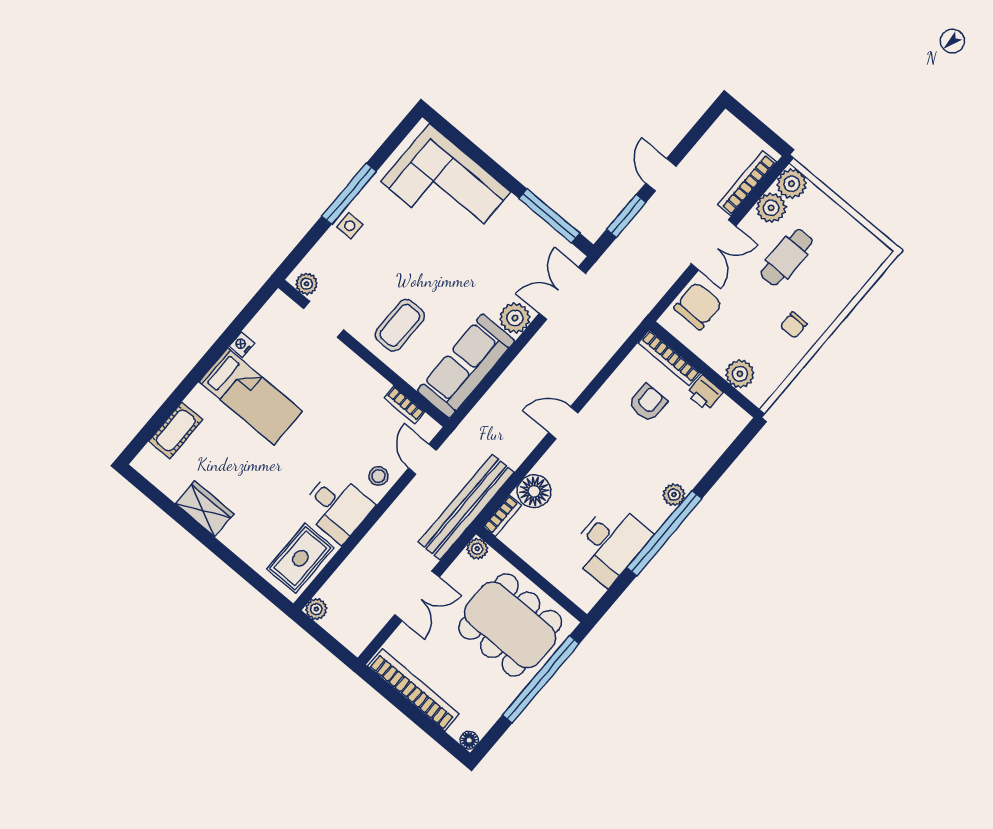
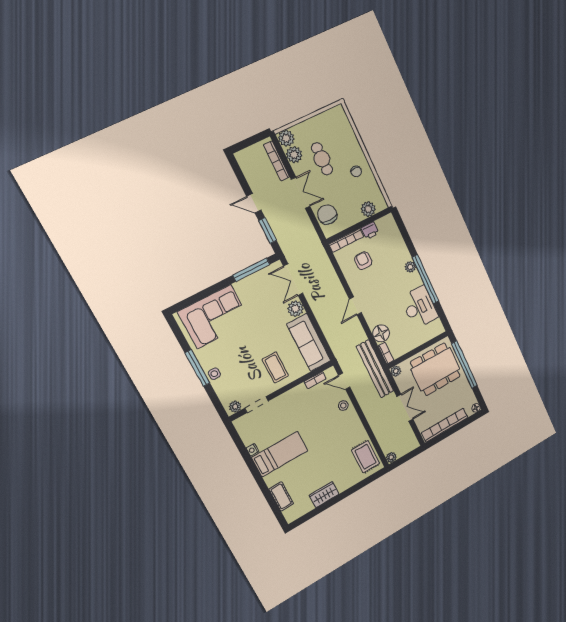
desk: (337, 507) -> (349, 431), removed

